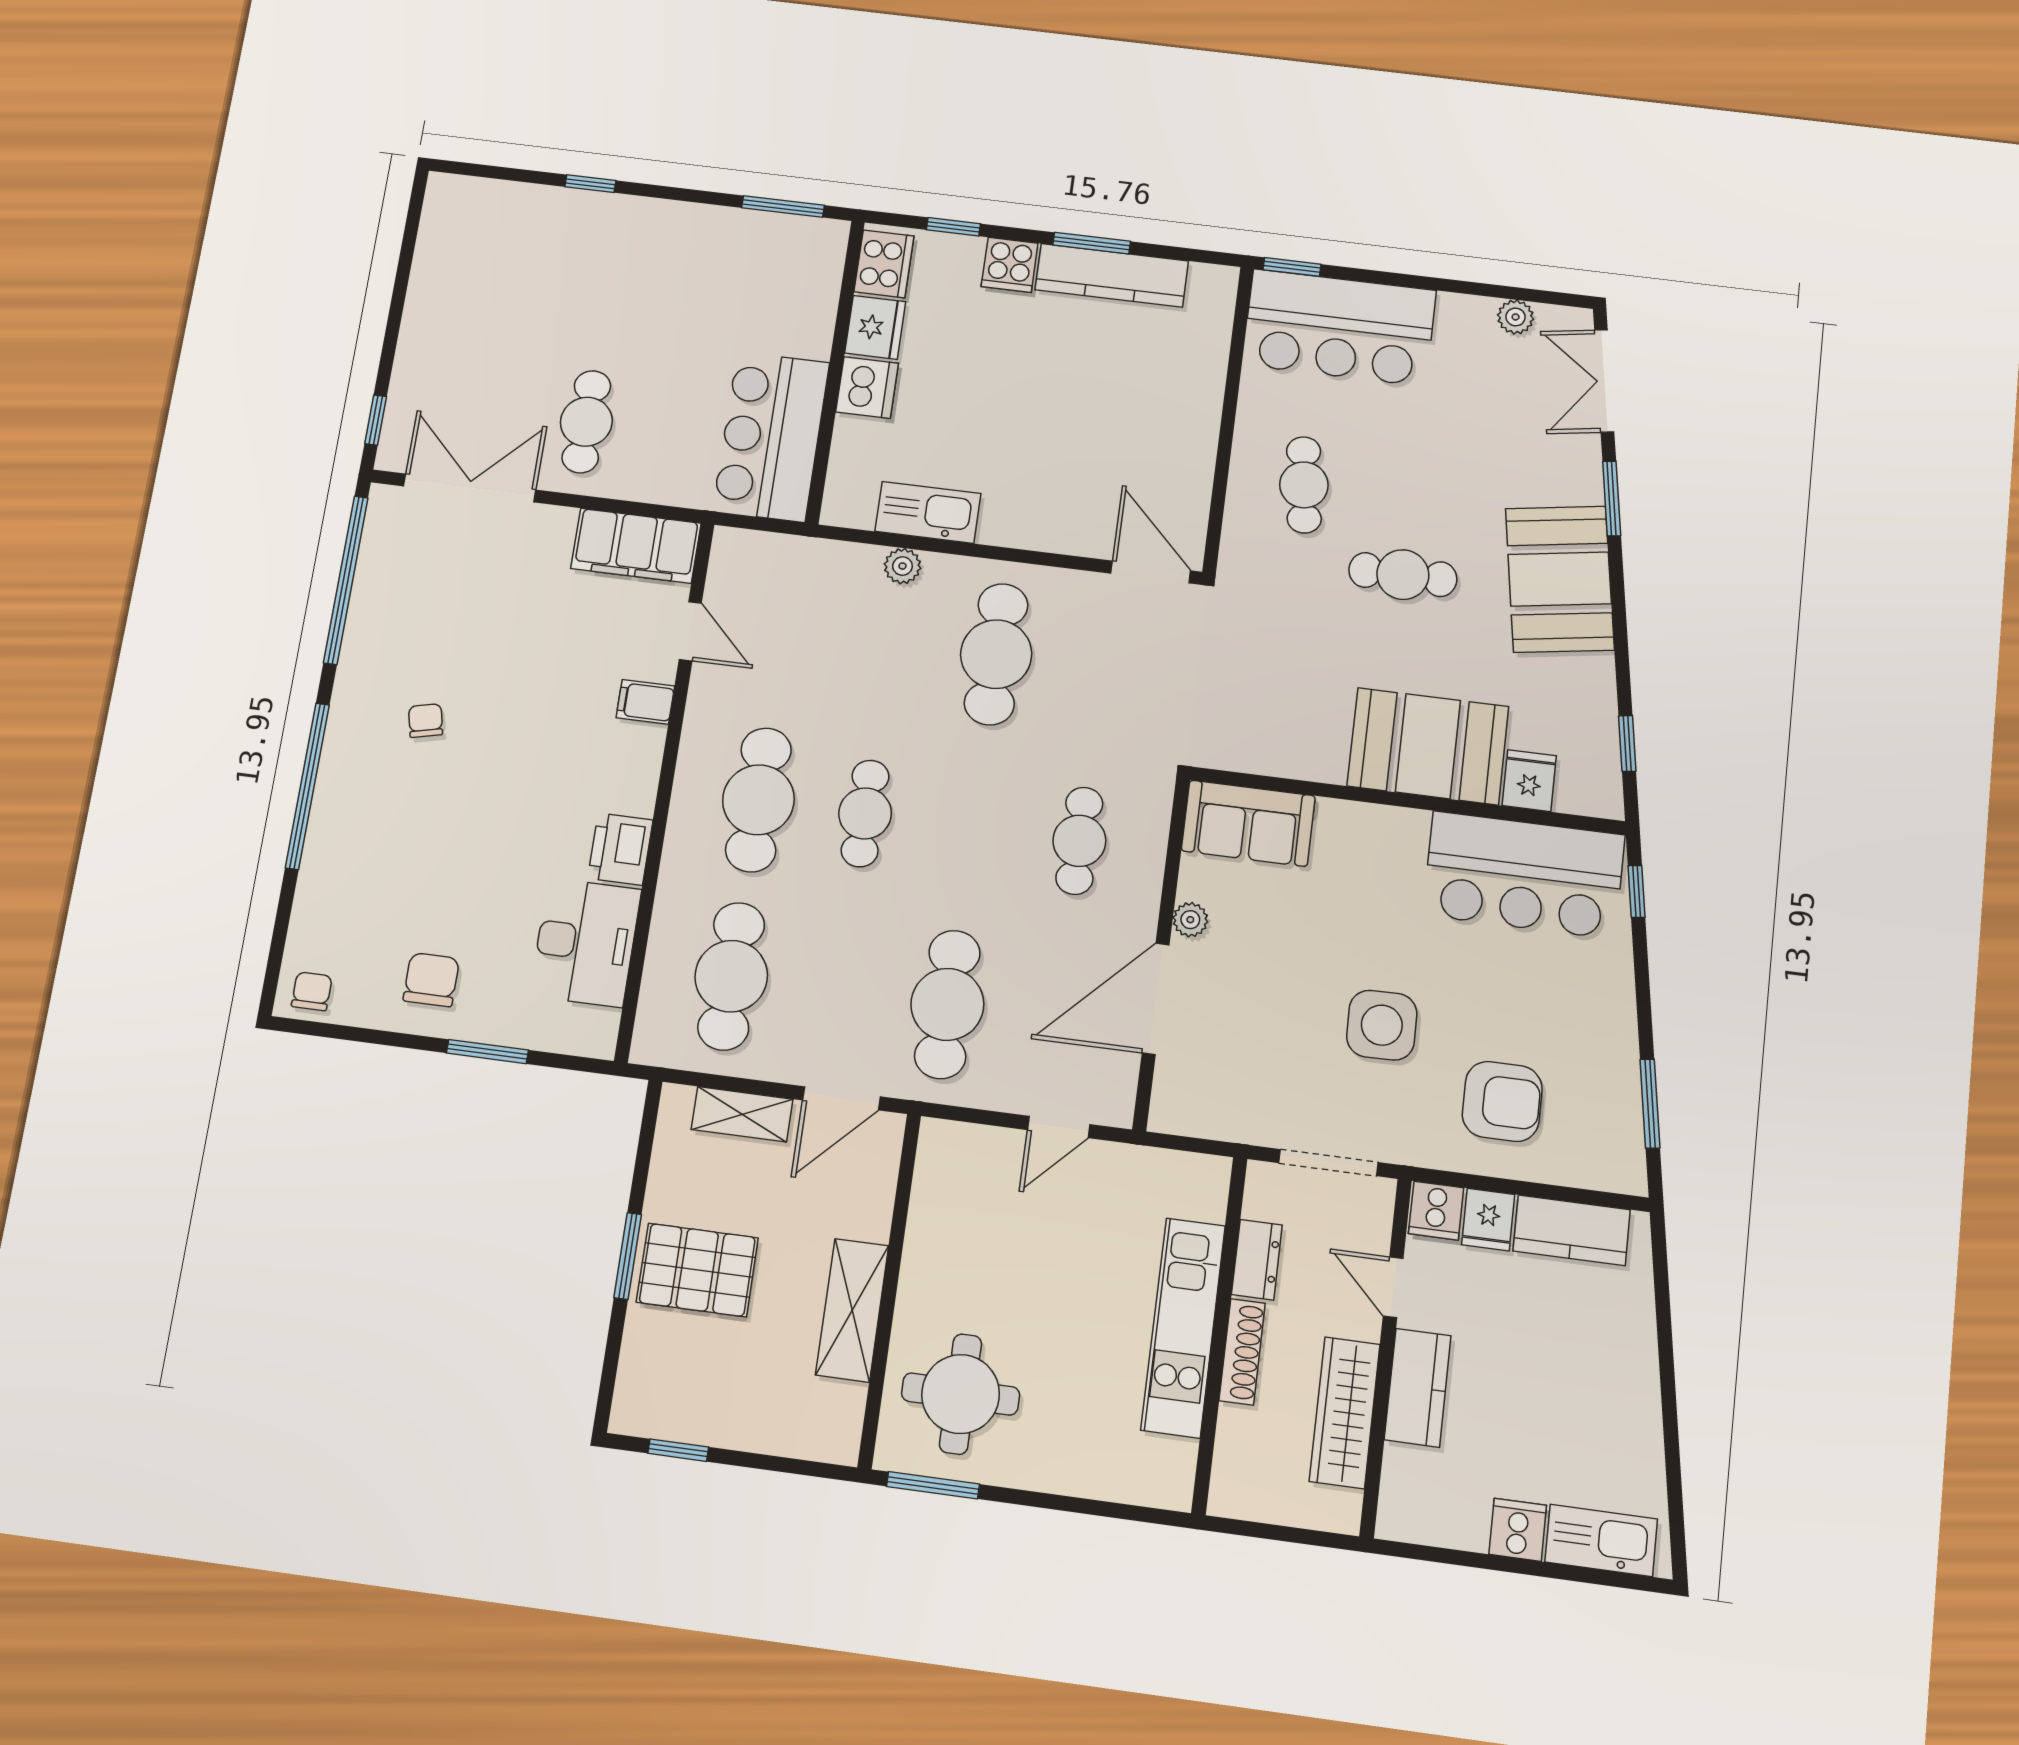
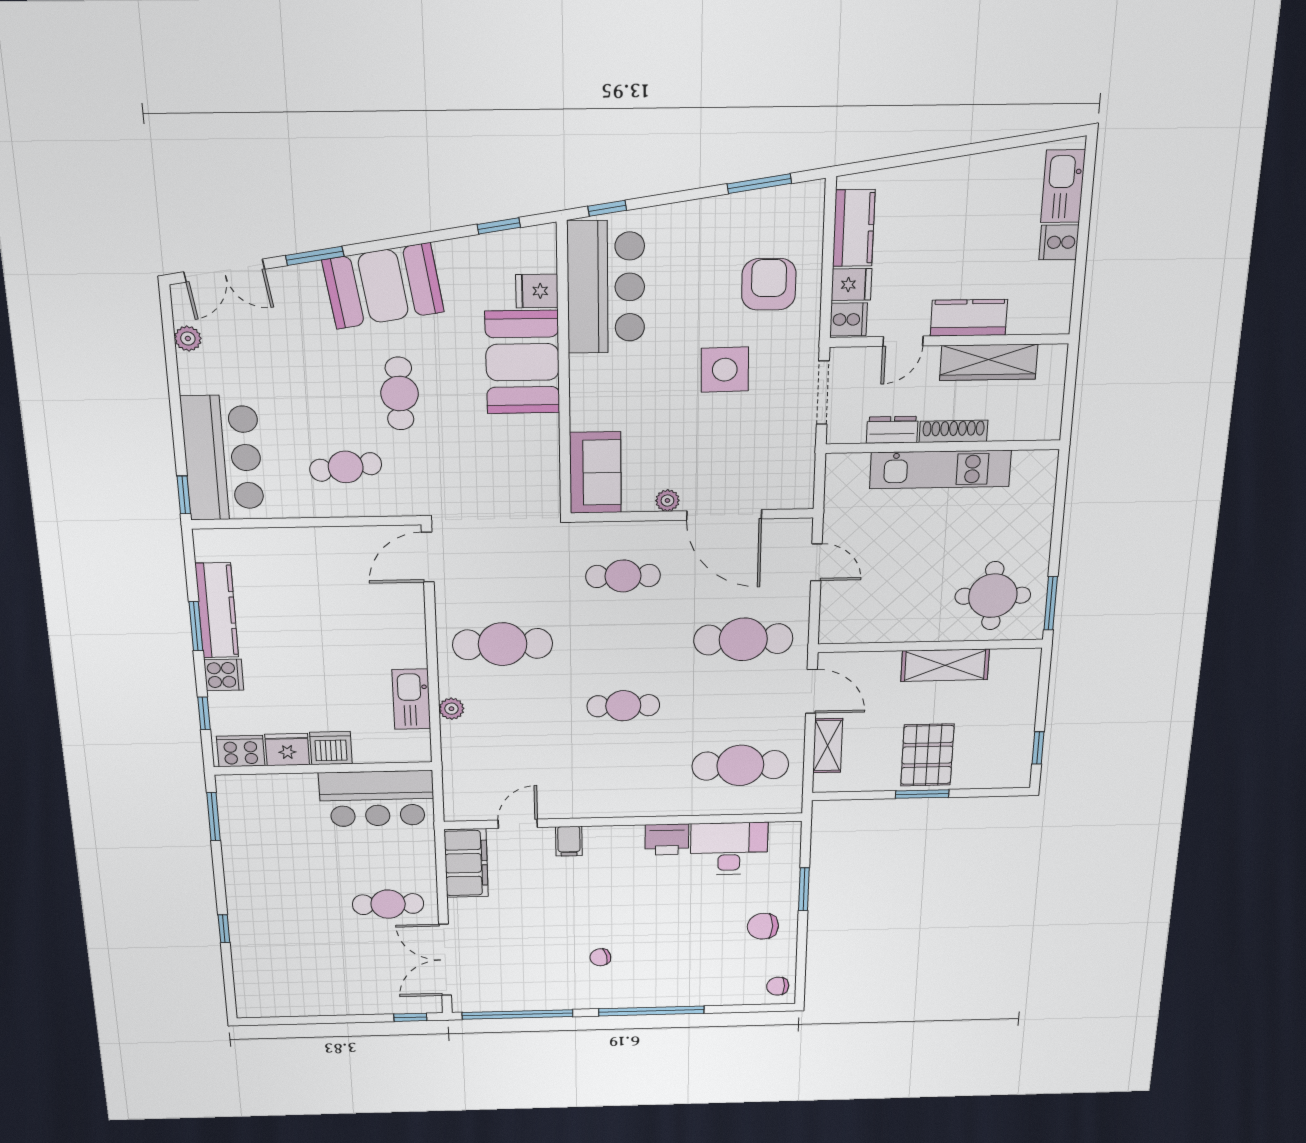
cafe table: (758, 800) -> (623, 768), removed

